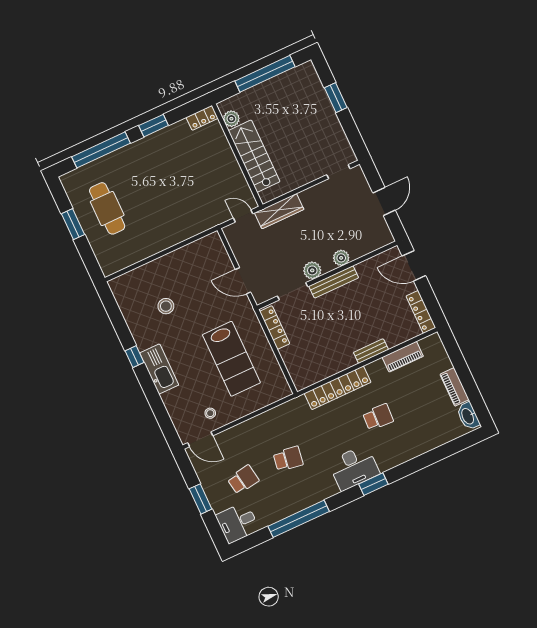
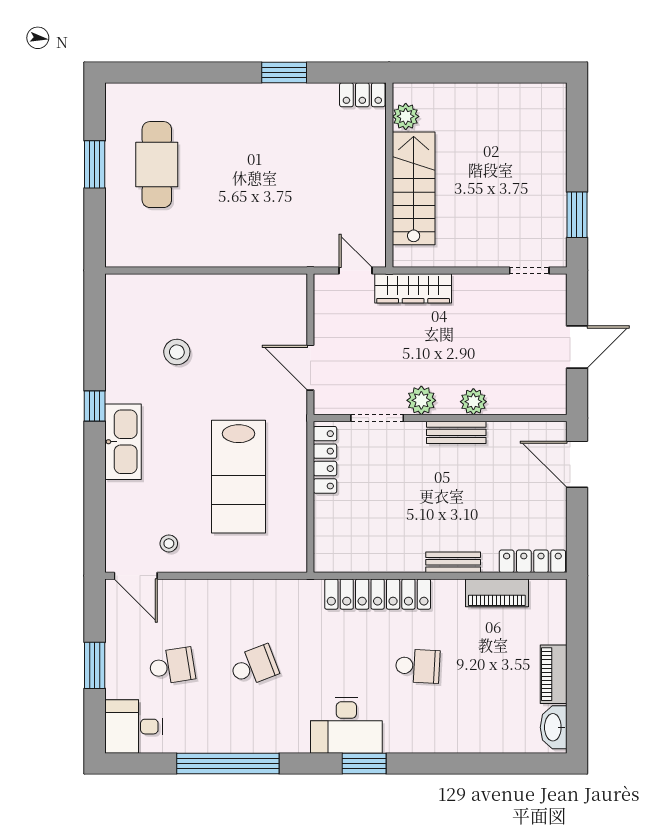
window: (265, 74) -> (487, 73), removed
window: (336, 98) -> (577, 215), moved
window: (101, 150) -> (188, 73), removed
bench: (334, 282) -> (456, 432), width x0.73
locker: (421, 312) -> (532, 561), moved, turned 90
school desk: (288, 459) -> (254, 666), turned -30

